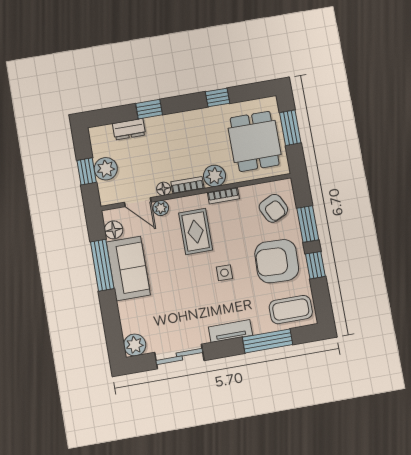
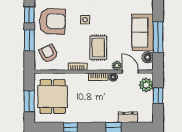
plant: (106, 169) -> (146, 85), moved
plant: (215, 176) -> (81, 80), removed

